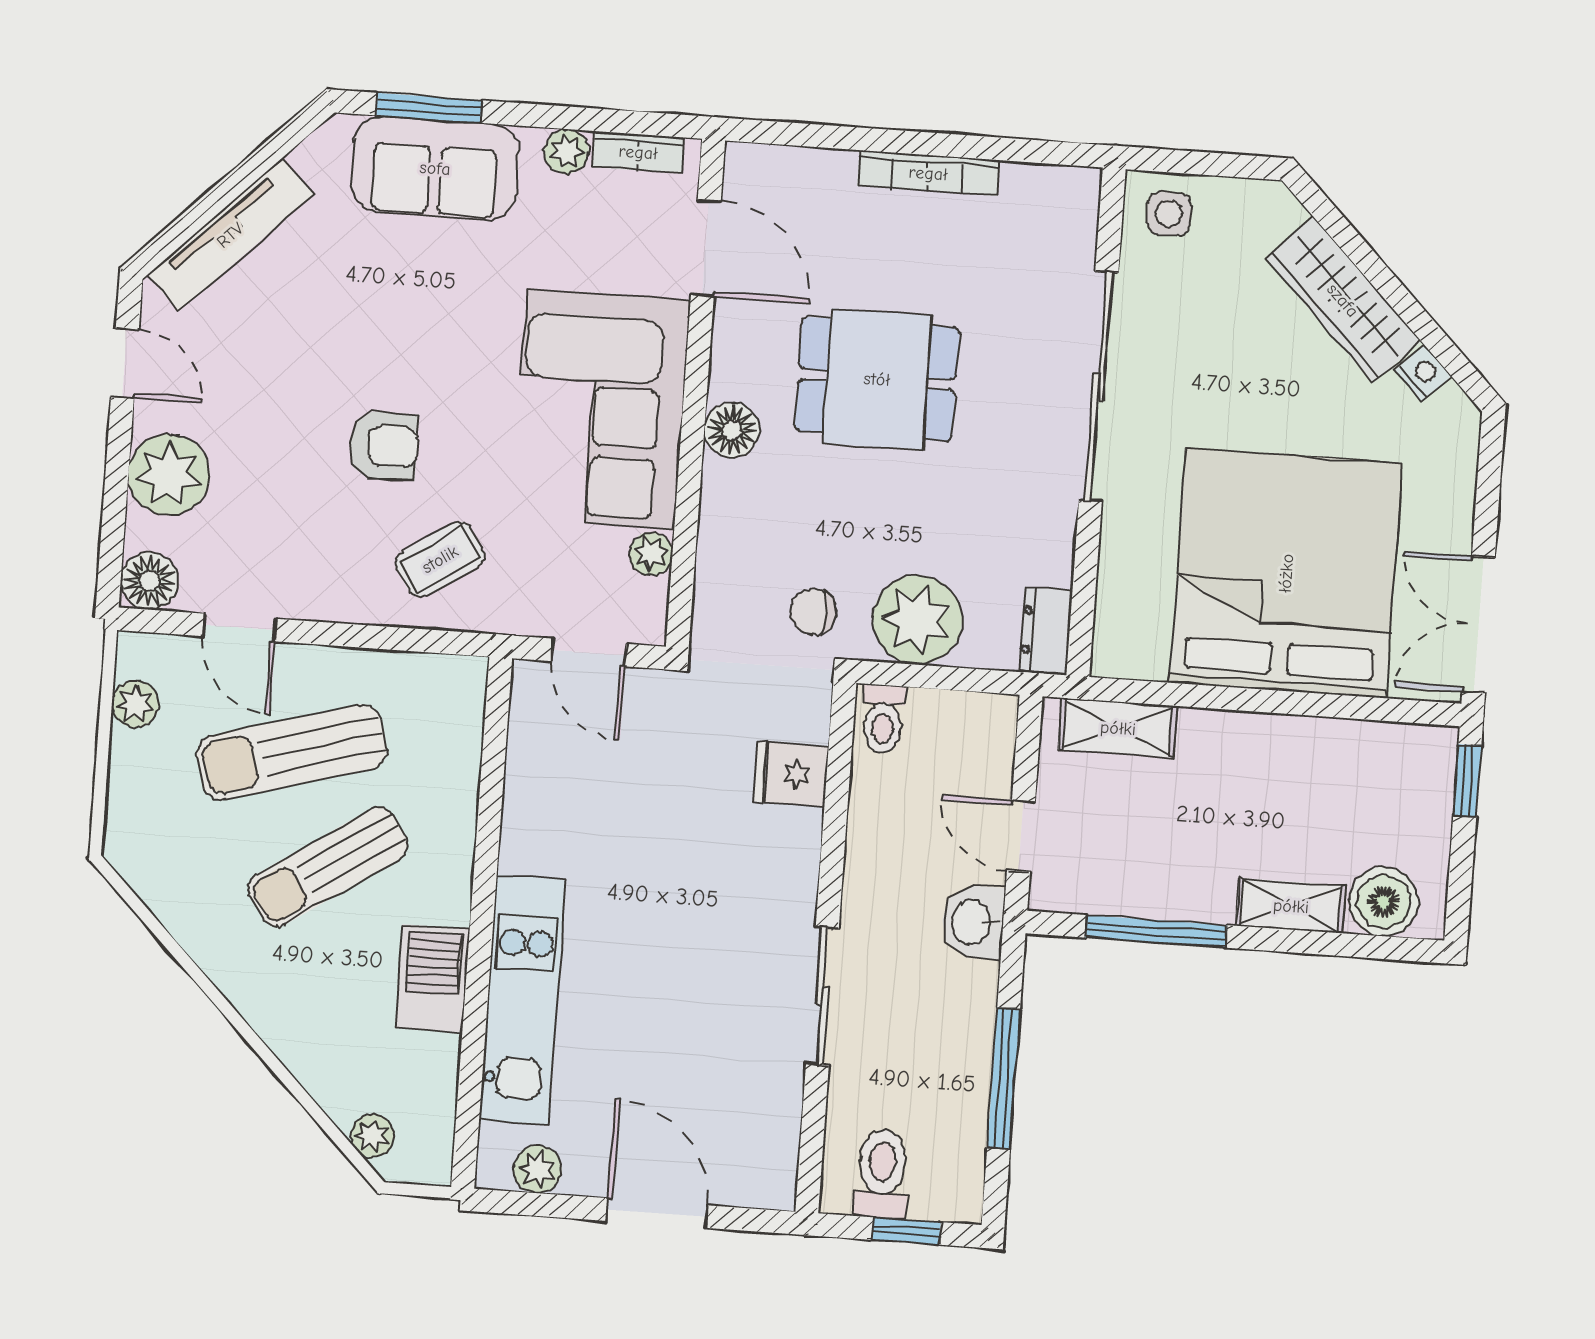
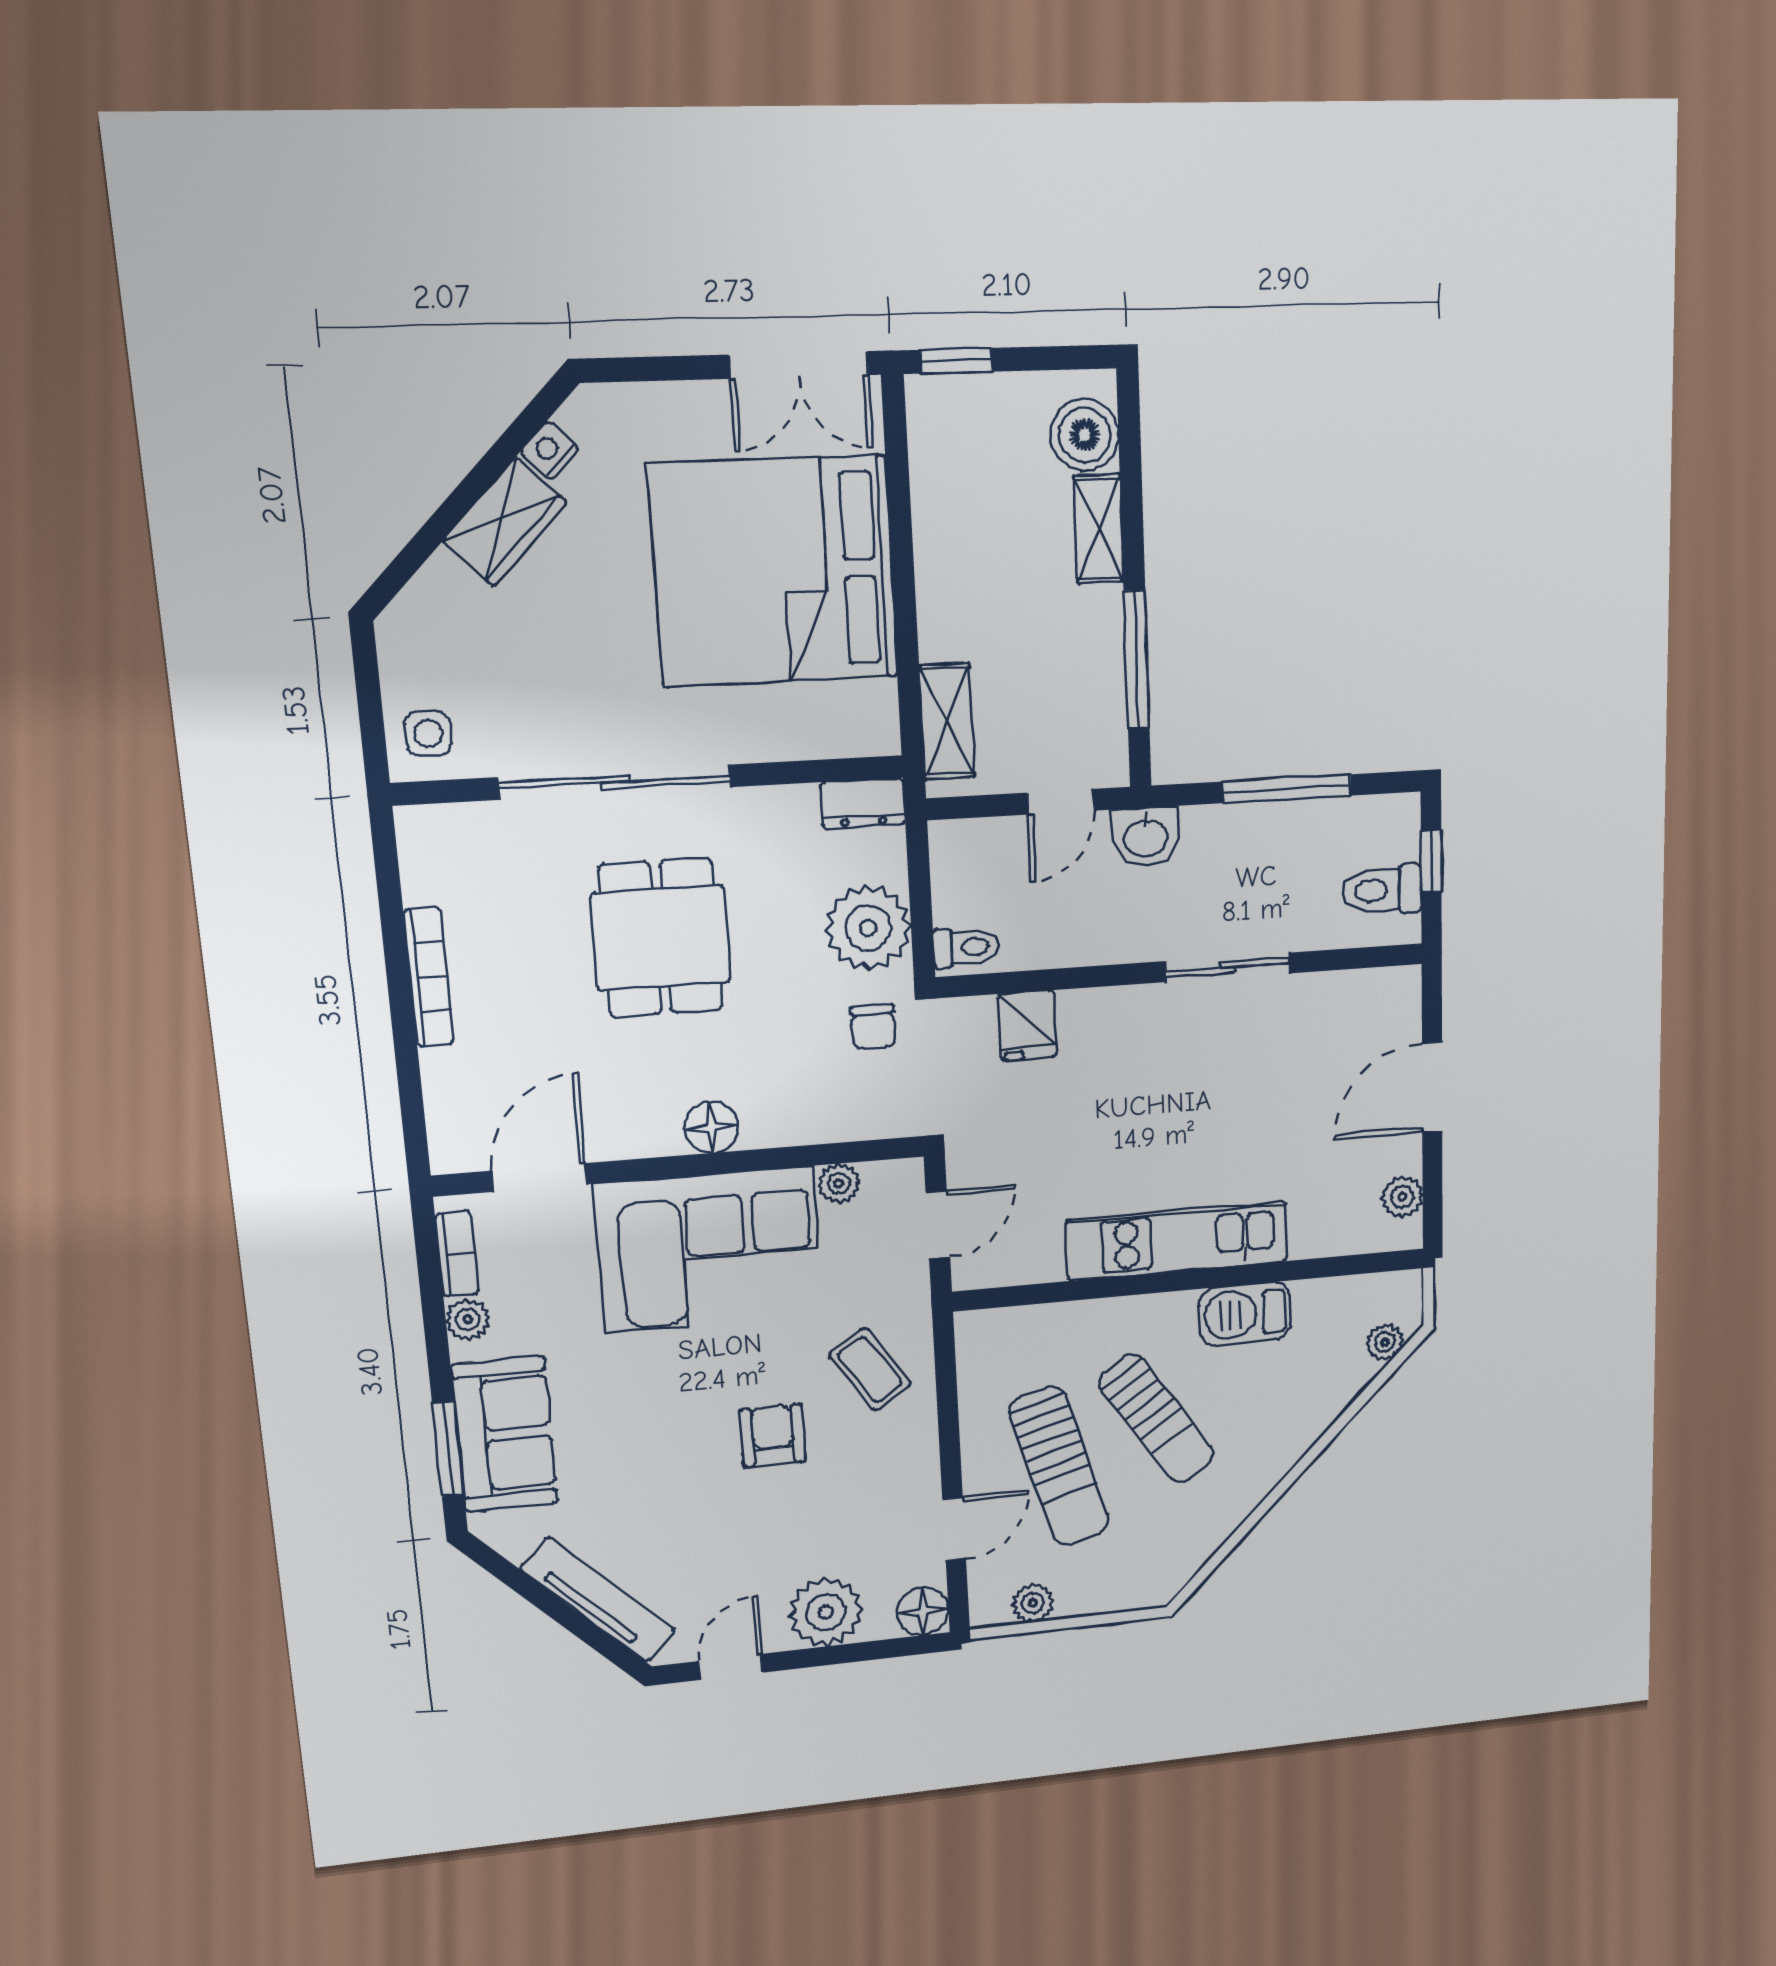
wardrobe: (1343, 300) -> (505, 522), width x0.67
dining table: (877, 379) -> (661, 938), moved
kitchen unit: (522, 1000) -> (1177, 1241), moved

